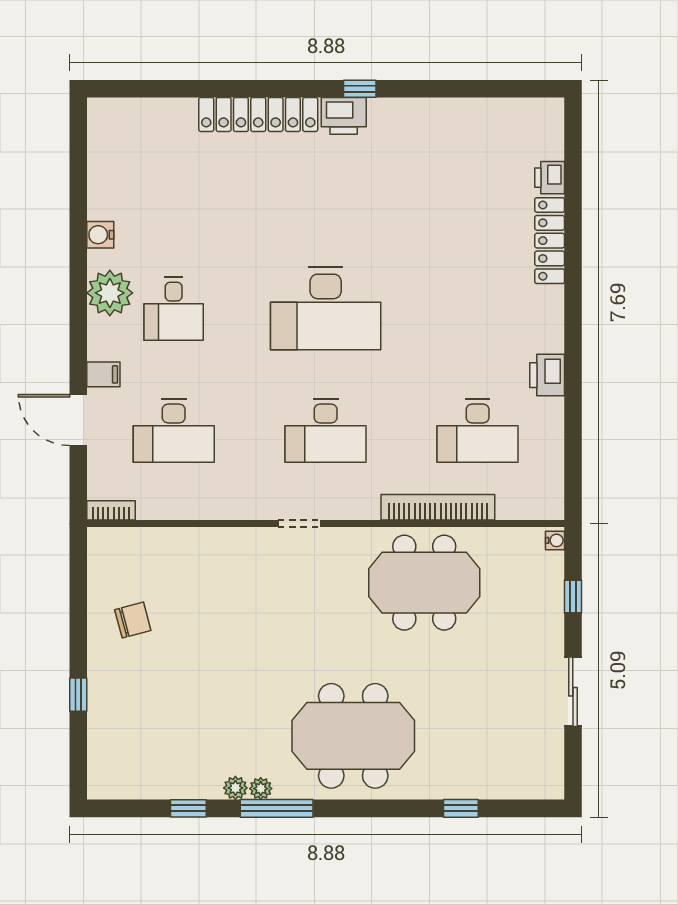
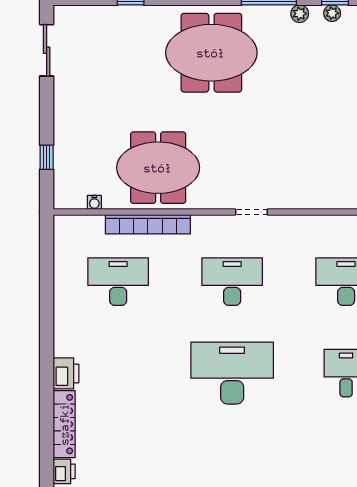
printer: (547, 375) -> (66, 373), moved
water cooler: (555, 540) -> (94, 202), moved, turned -90
sliding door: (573, 692) -> (47, 50), moved
plant: (261, 789) -> (332, 13), moved

